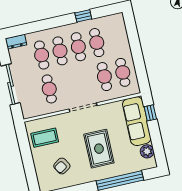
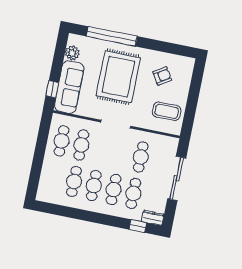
window: (83, 16) -> (138, 226), moved
rug: (99, 149) -> (118, 77), width x1.37, depth x1.44

